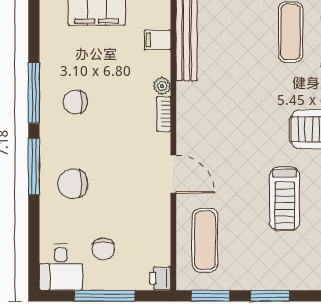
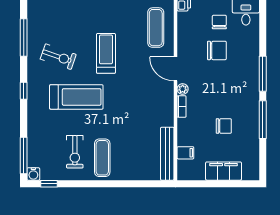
plant: (162, 86) -> (183, 89), moved
chair: (75, 102) -> (224, 126), moved
chair: (73, 184) -> (217, 50), moved

